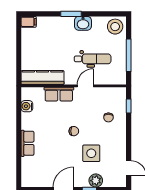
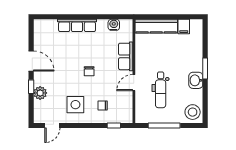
filing cabinet: (29, 22) -> (184, 27), moved
kitchen counter: (43, 78) -> (156, 26), moved, turned 90
door: (85, 86) -> (134, 83), swing flipped
row of seats: (27, 143) -> (77, 25), width x1.48
side table: (91, 153) -> (75, 105), moved

